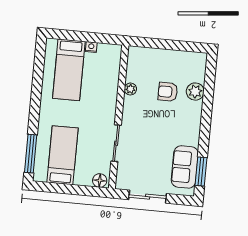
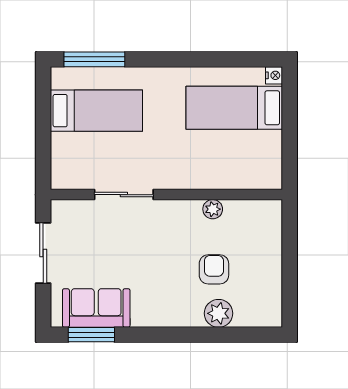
nightstand: (91, 47) -> (274, 75), moved
floor lamp: (100, 181) -> (62, 174), removed

